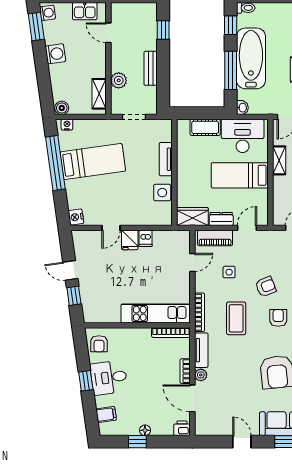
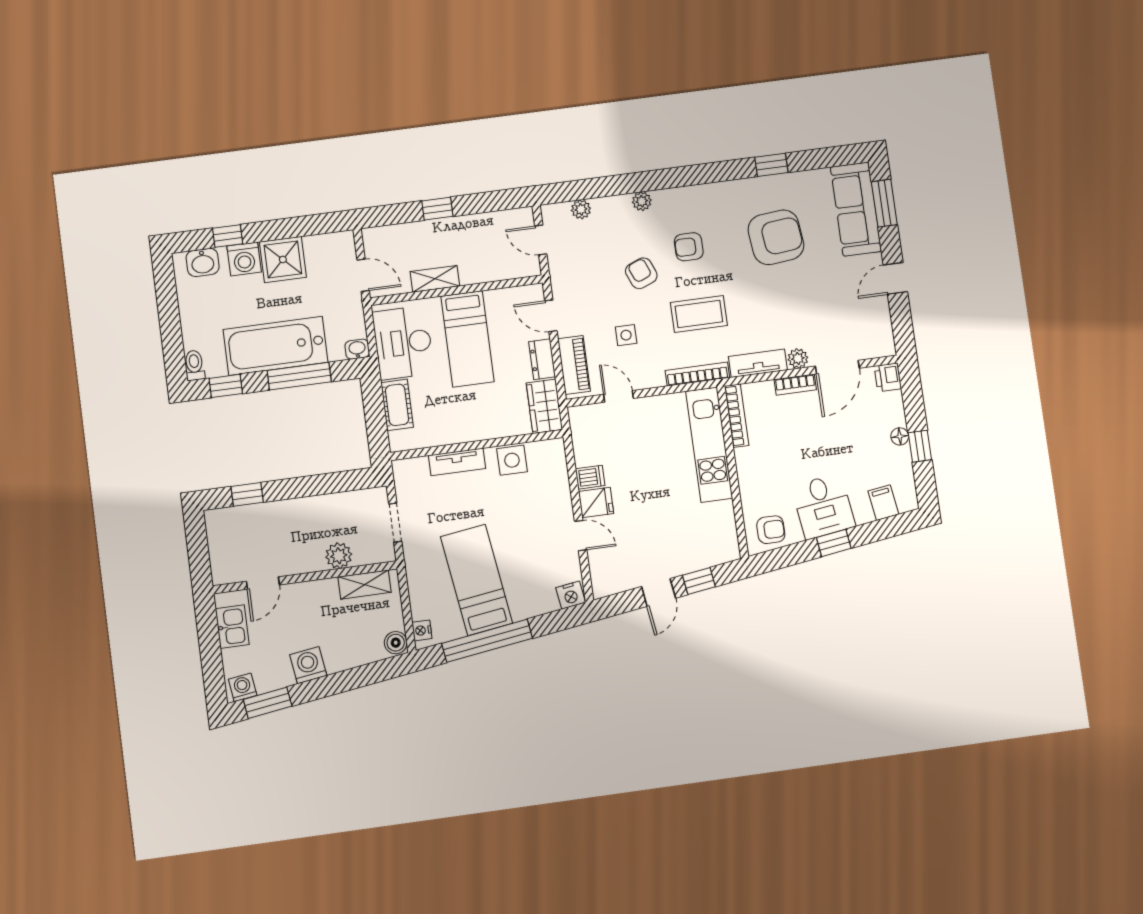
bench: (151, 68) -> (312, 506), removed

